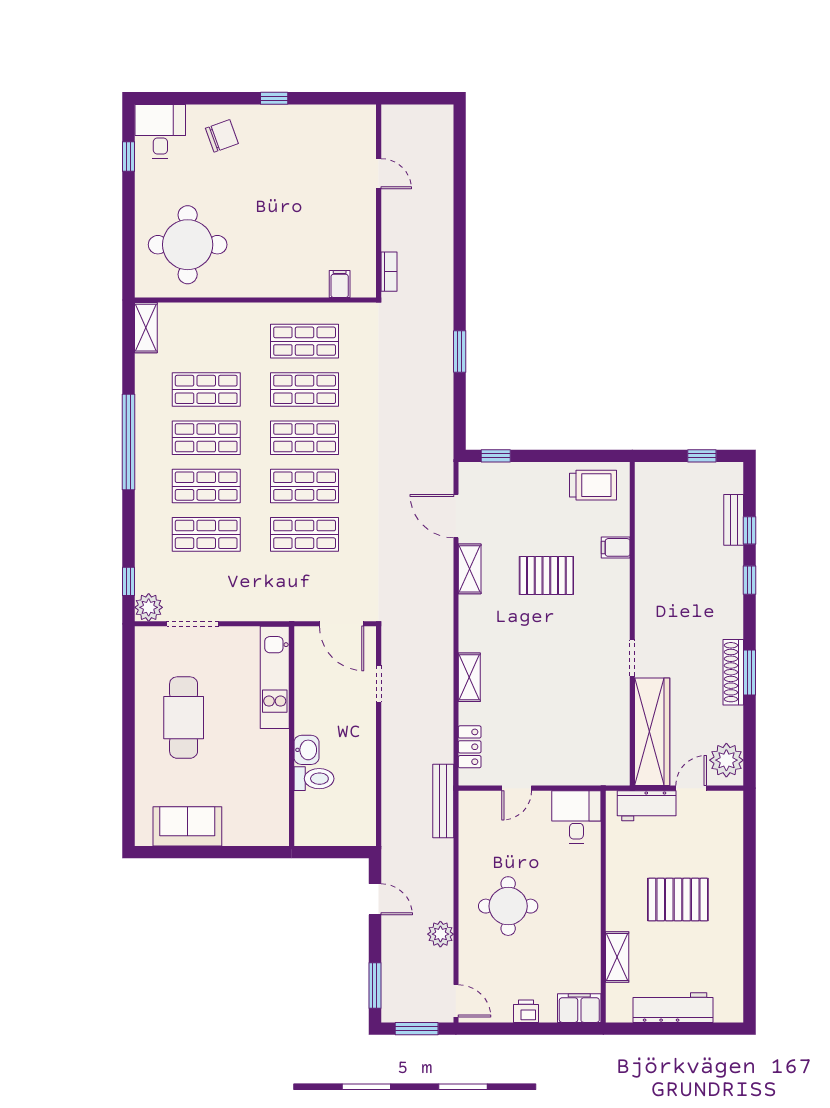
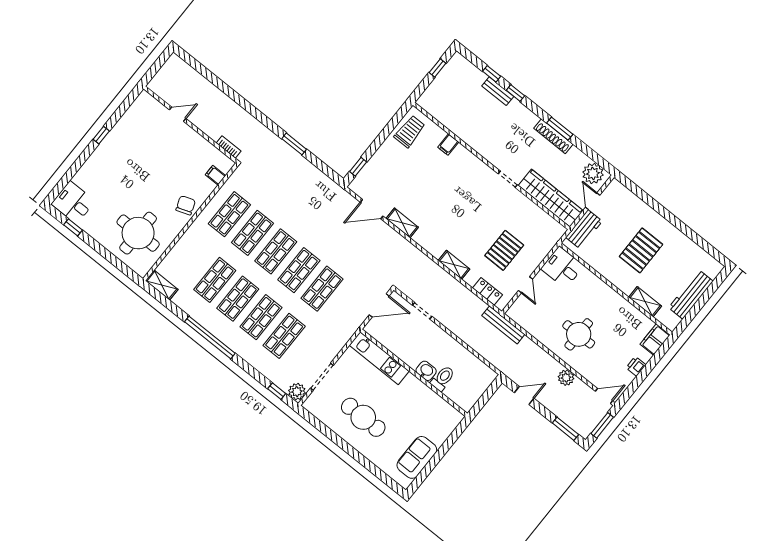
chair: (222, 136) -> (186, 205), moved
bench: (734, 520) -> (498, 91), moved
pallet: (546, 575) -> (504, 250), moved

